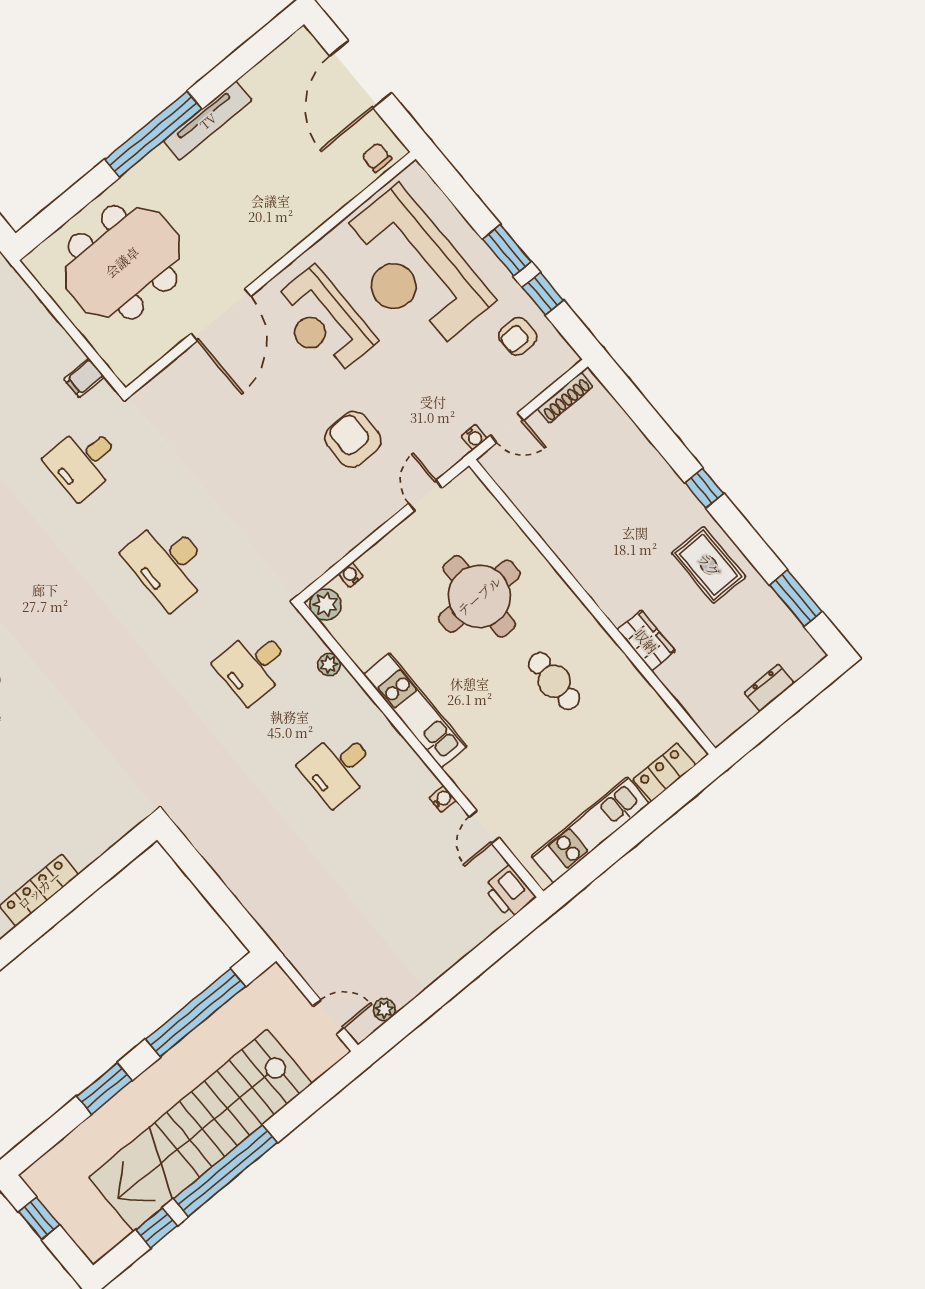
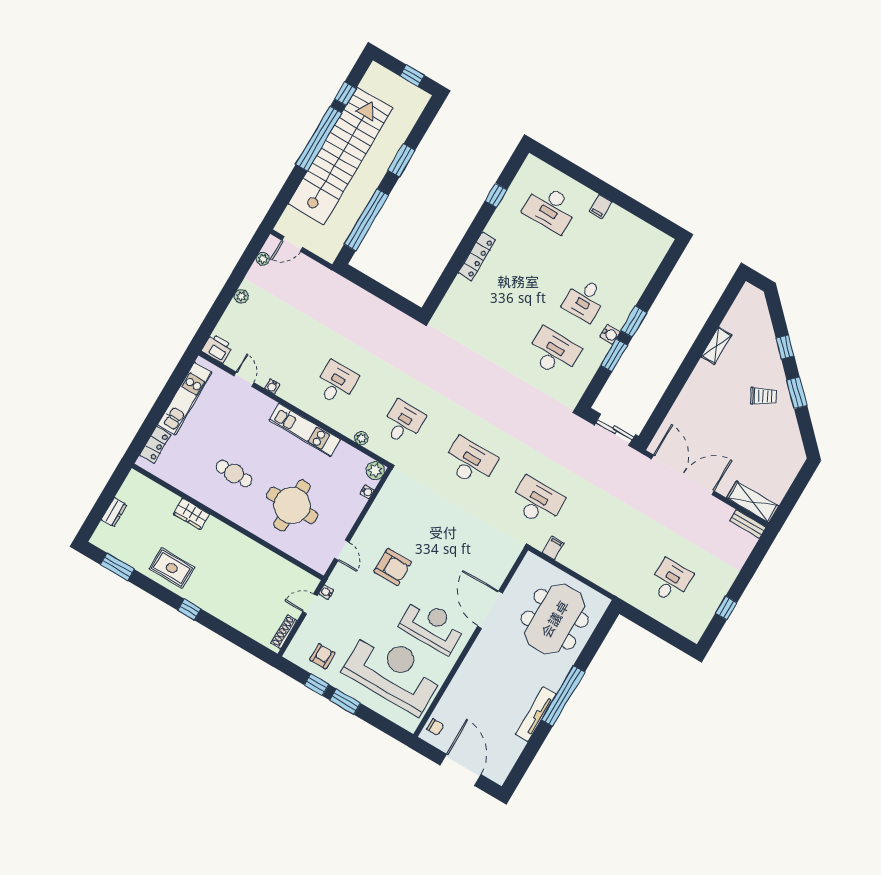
desk: (84, 461) -> (537, 502), width x1.37
plant: (441, 962) -> (241, 296), added

